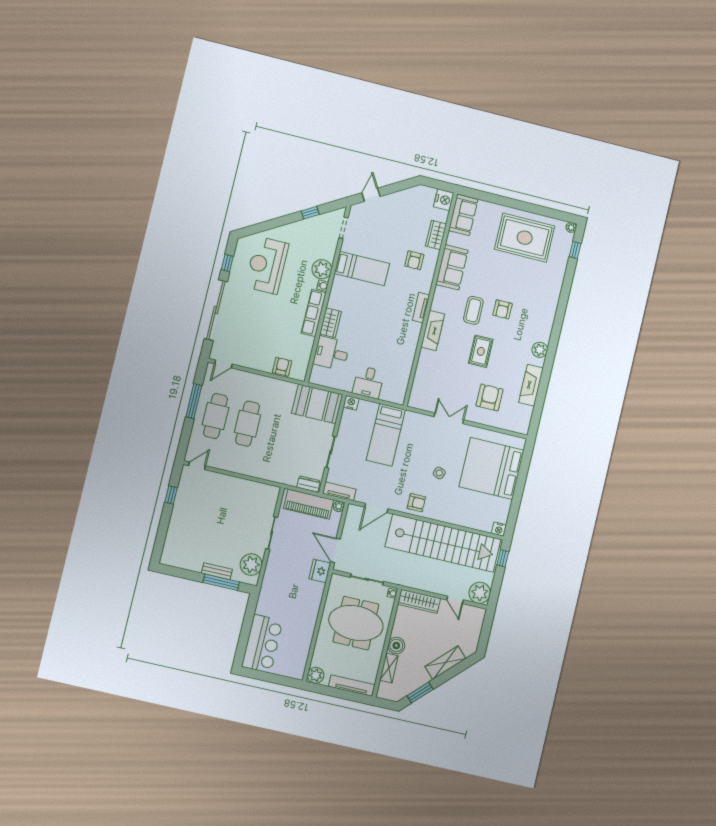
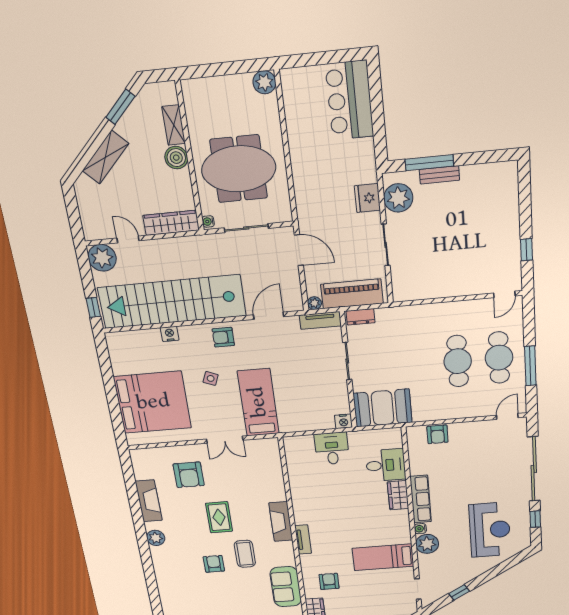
bed: (386, 435) -> (258, 402), moved
nightstand: (499, 529) -> (170, 334), moved
fridge: (320, 571) -> (367, 198), moved, turned 180
tv unit: (352, 686) -> (212, 85), removed

